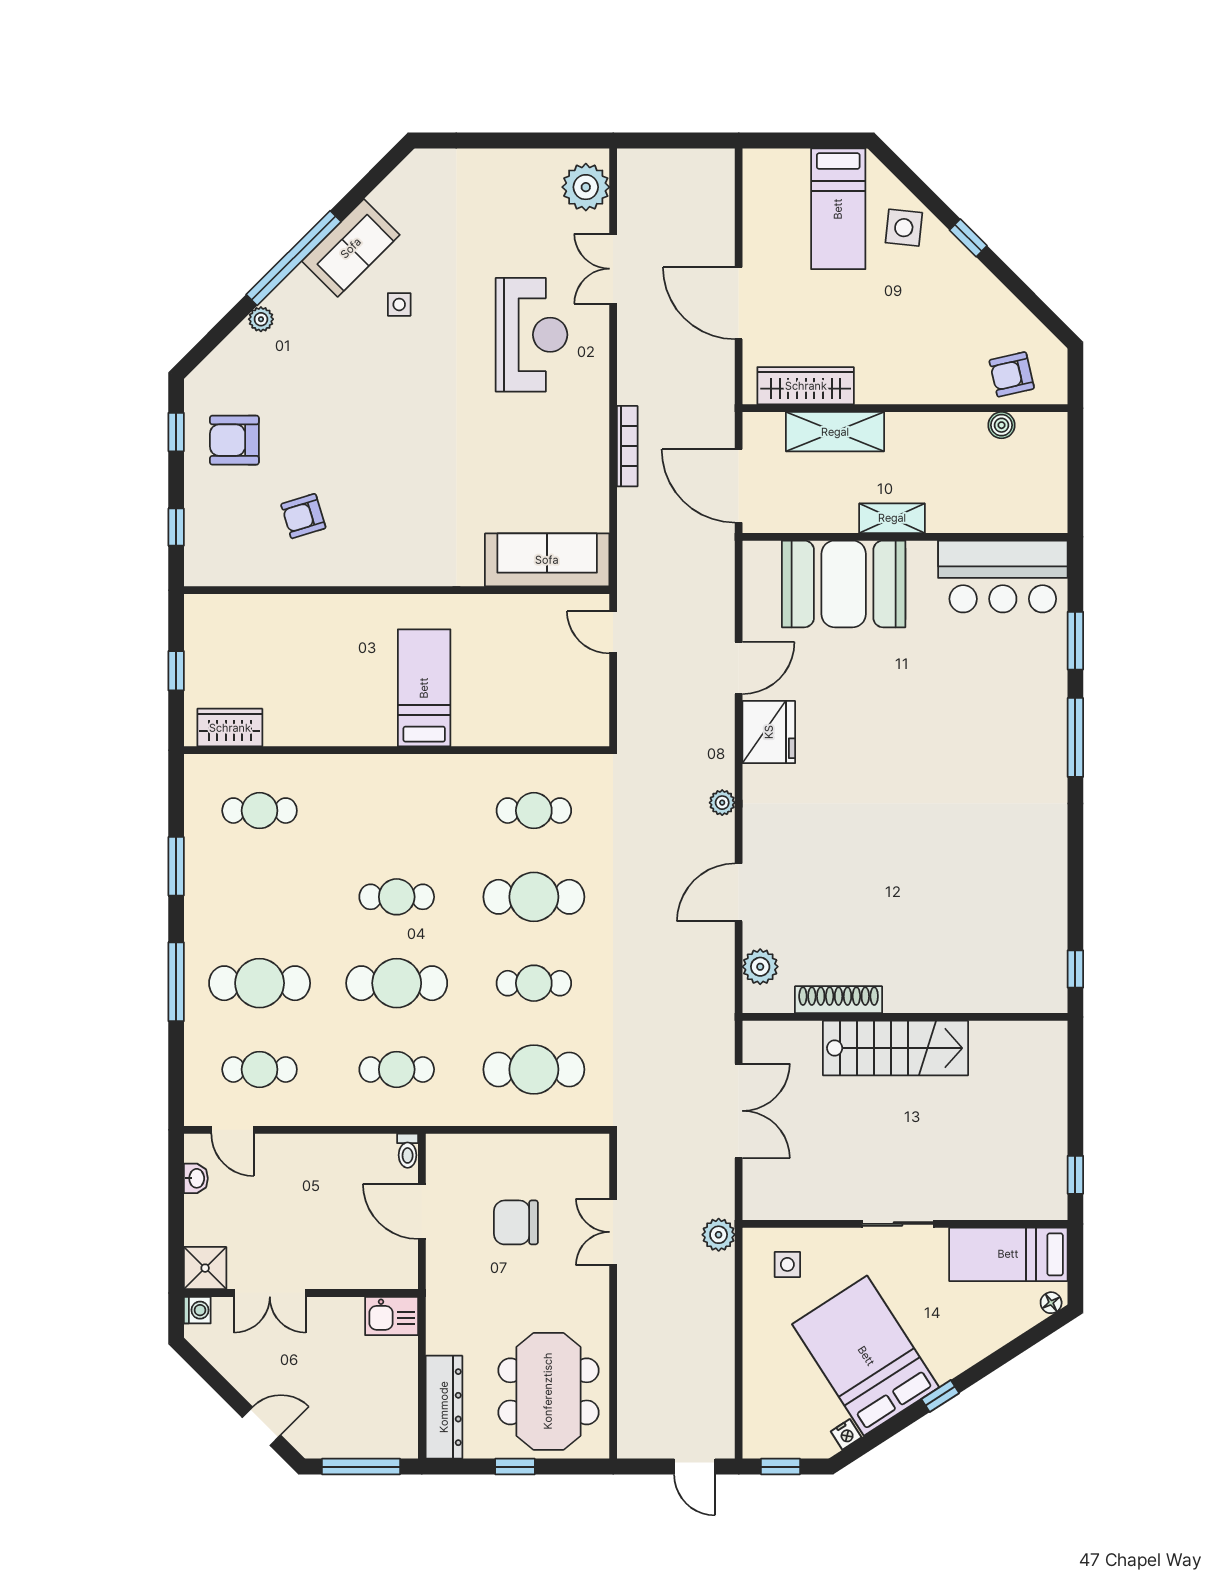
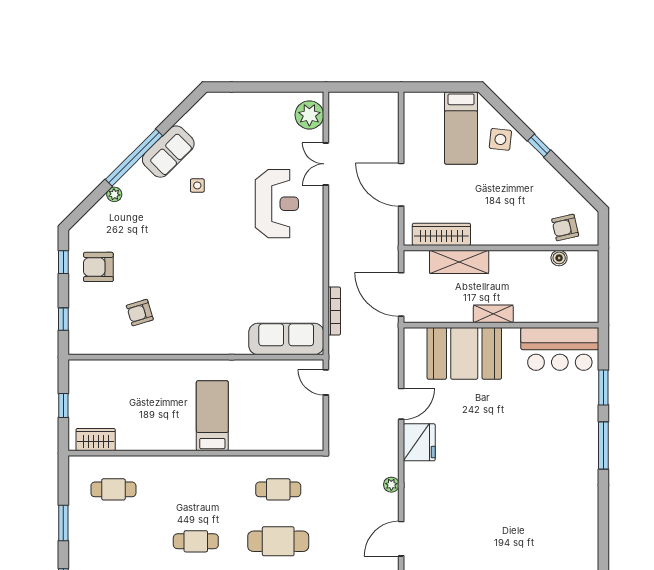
bookcase: (627, 446) -> (334, 311), moved

